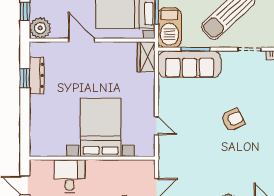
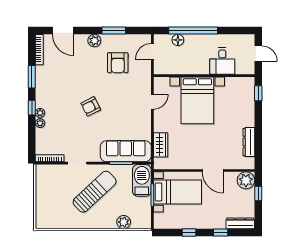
wardrobe: (146, 57) -> (161, 145), moved
window: (25, 78) -> (258, 93), moved
door: (156, 126) -> (152, 102), swing flipped
armchair: (199, 174) -> (118, 63), added

